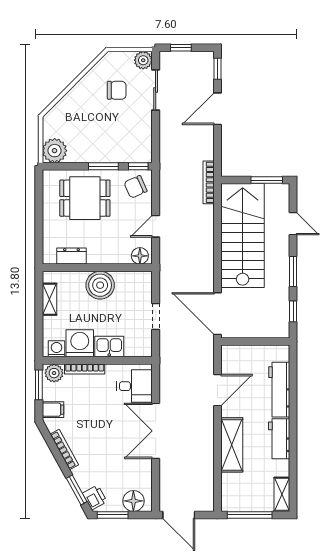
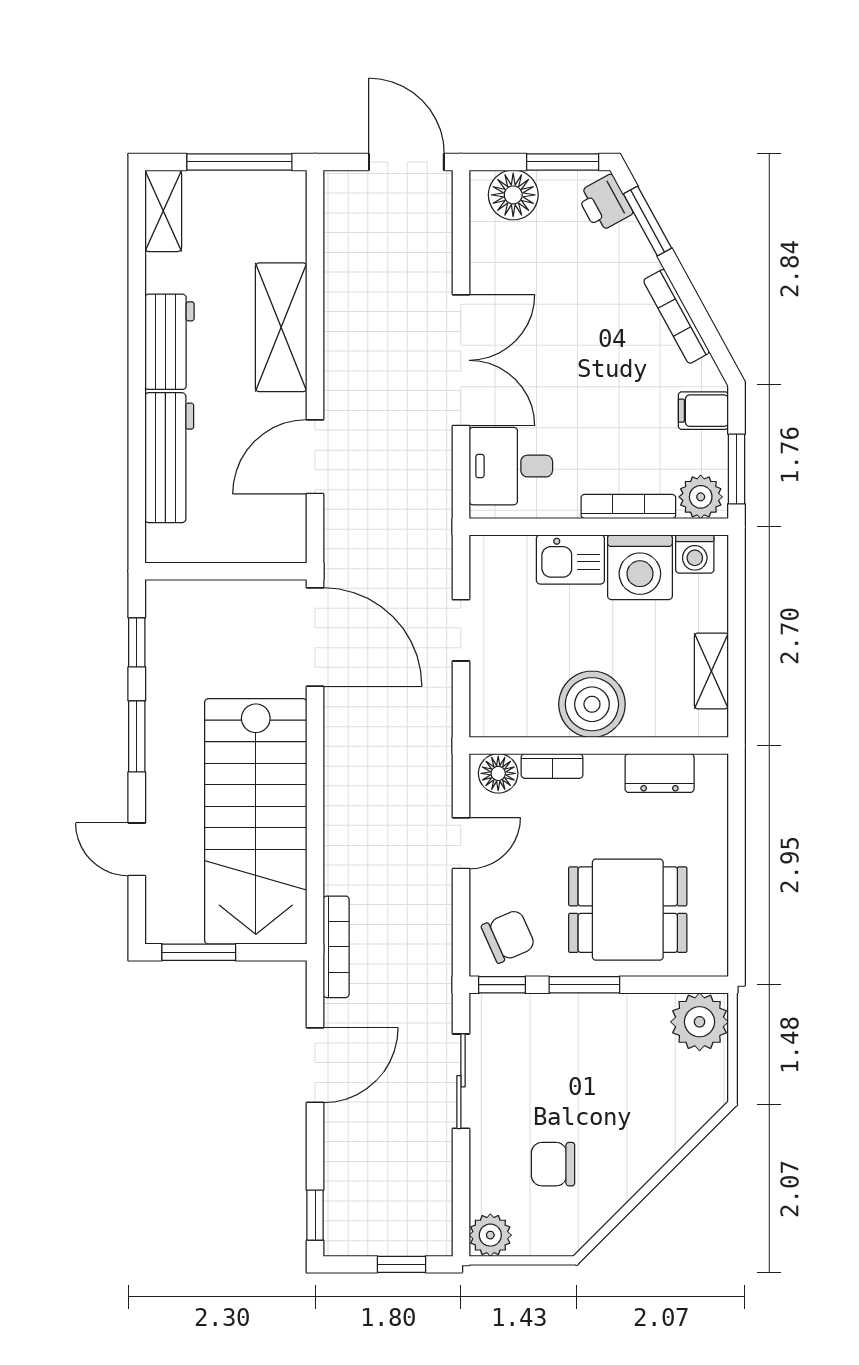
sliding door: (156, 90) -> (461, 1081), moved
door: (217, 109) -> (315, 1065), moved
bookcase: (117, 259) -> (552, 766), added

